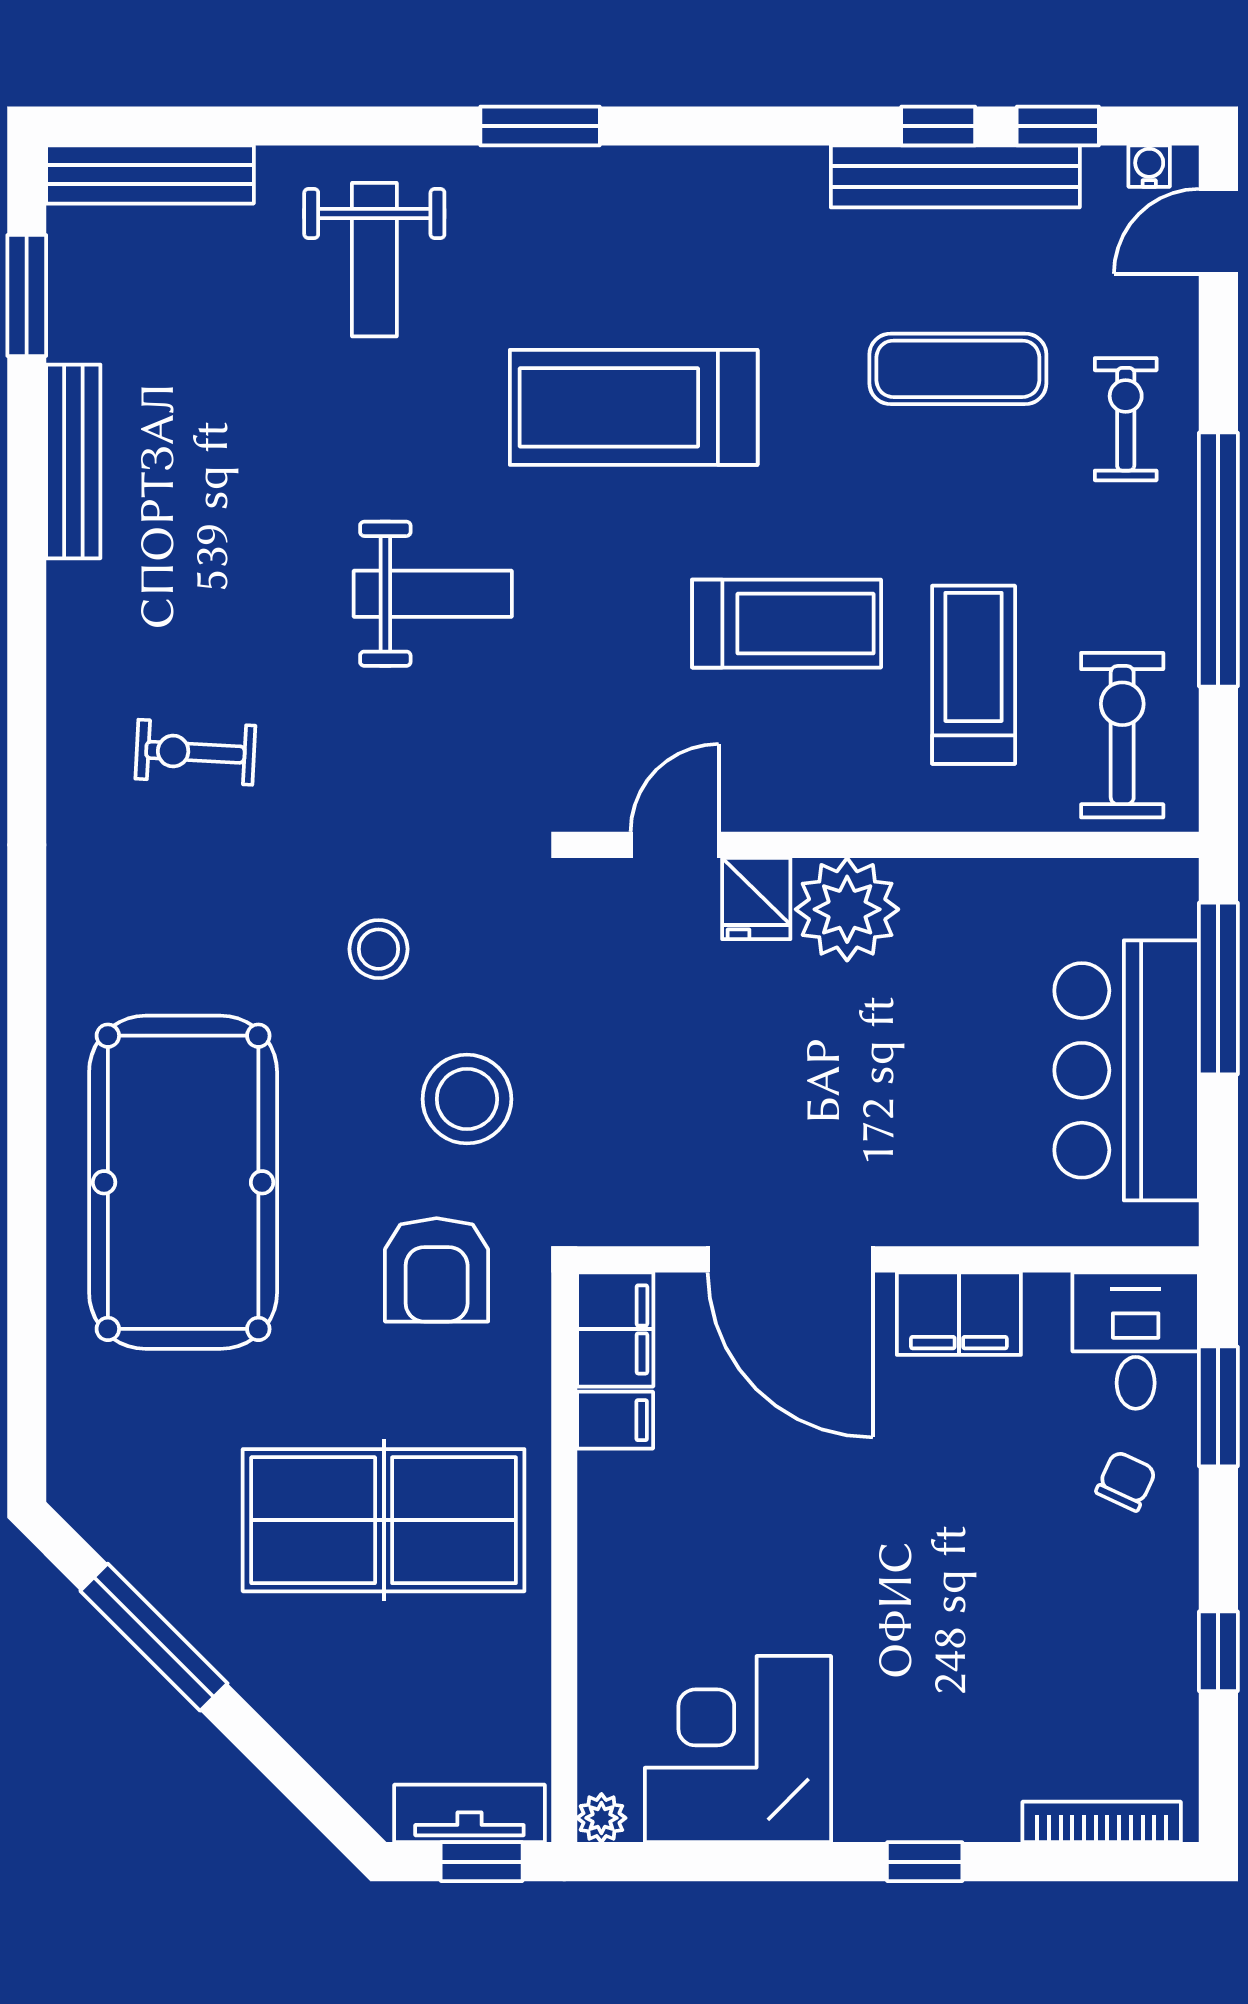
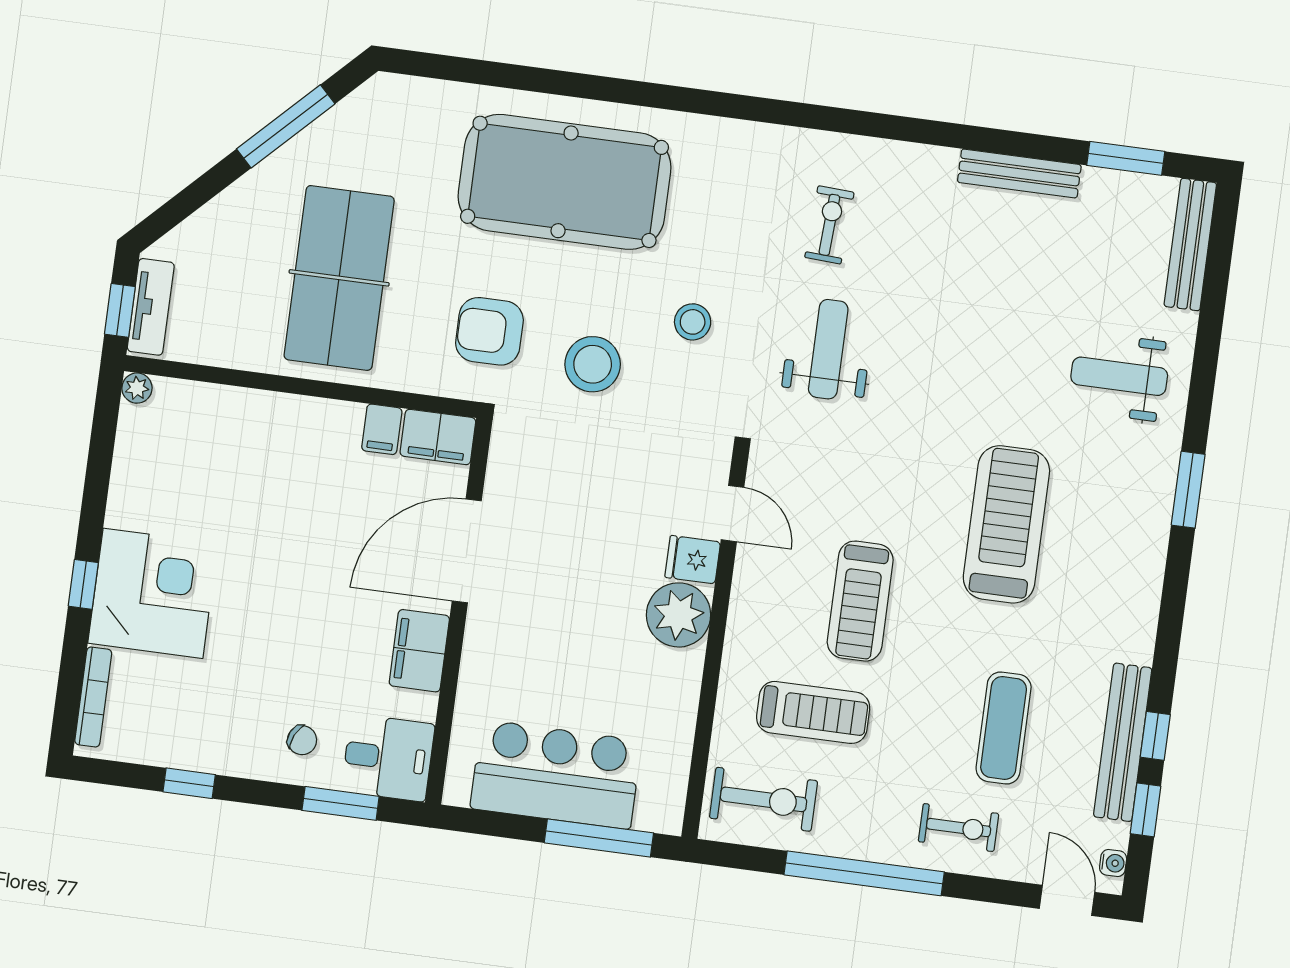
weight bench: (433, 594) -> (828, 349), moved, turned 180
corner desk: (738, 1749) -> (153, 593), moved

